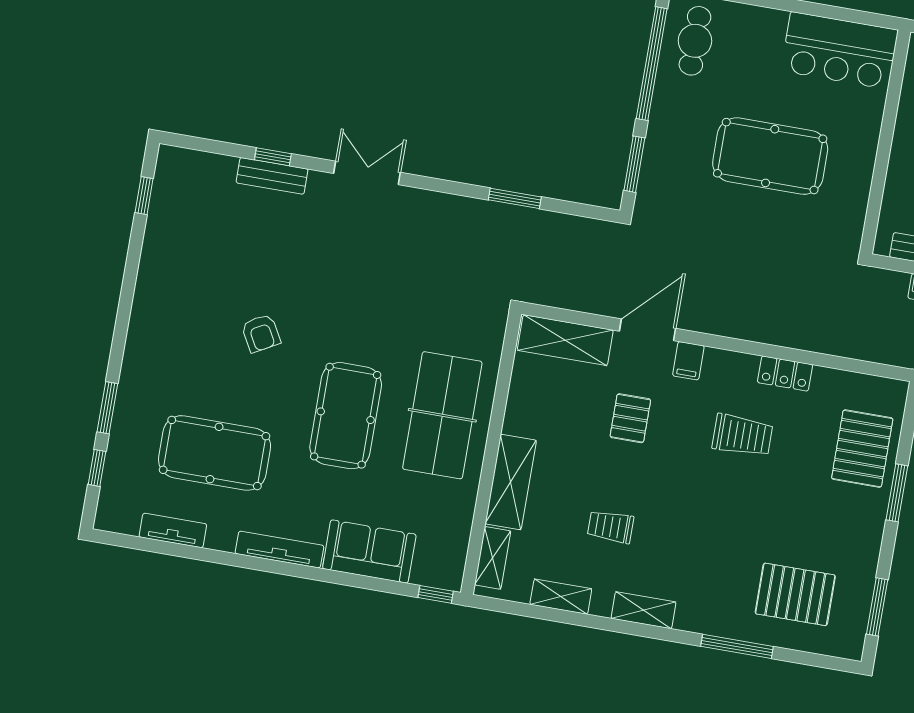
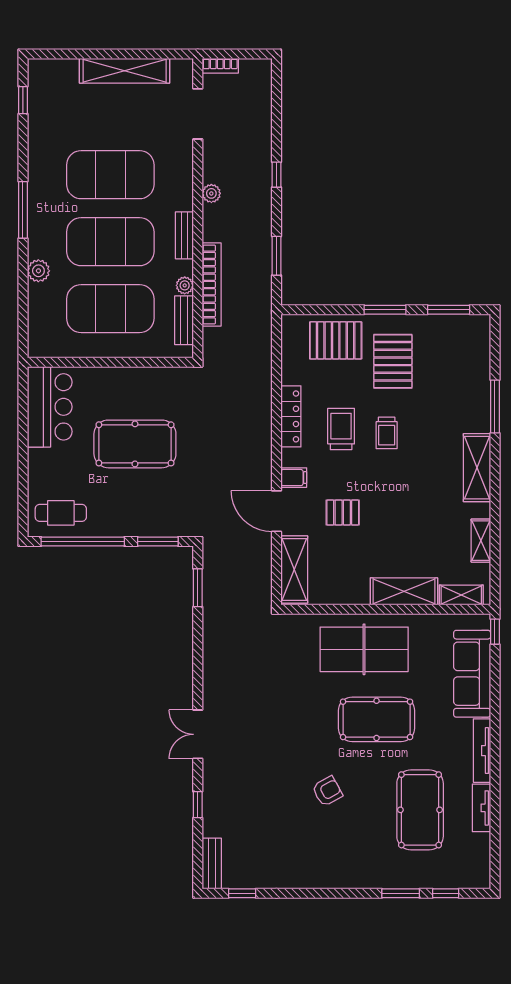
pool table: (770, 156) -> (135, 444), turned 90
bench: (272, 176) -> (212, 864), moved
window: (515, 198) -> (198, 588), moved
locker: (785, 374) -> (291, 416), width x1.53
window: (897, 493) -> (385, 310), moved
trolley: (610, 527) -> (387, 433), moved
tv unit: (173, 530) -> (481, 808), moved
sofa: (369, 551) -> (472, 674), width x1.36
pallet: (795, 594) -> (393, 361), moved
shelving: (643, 610) -> (477, 468), width x1.50, depth x1.33

